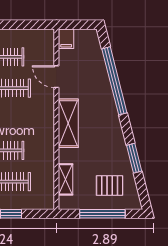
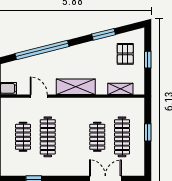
door: (56, 77) -> (39, 96), swing flipped
window: (102, 214) -> (148, 60), width x0.46

